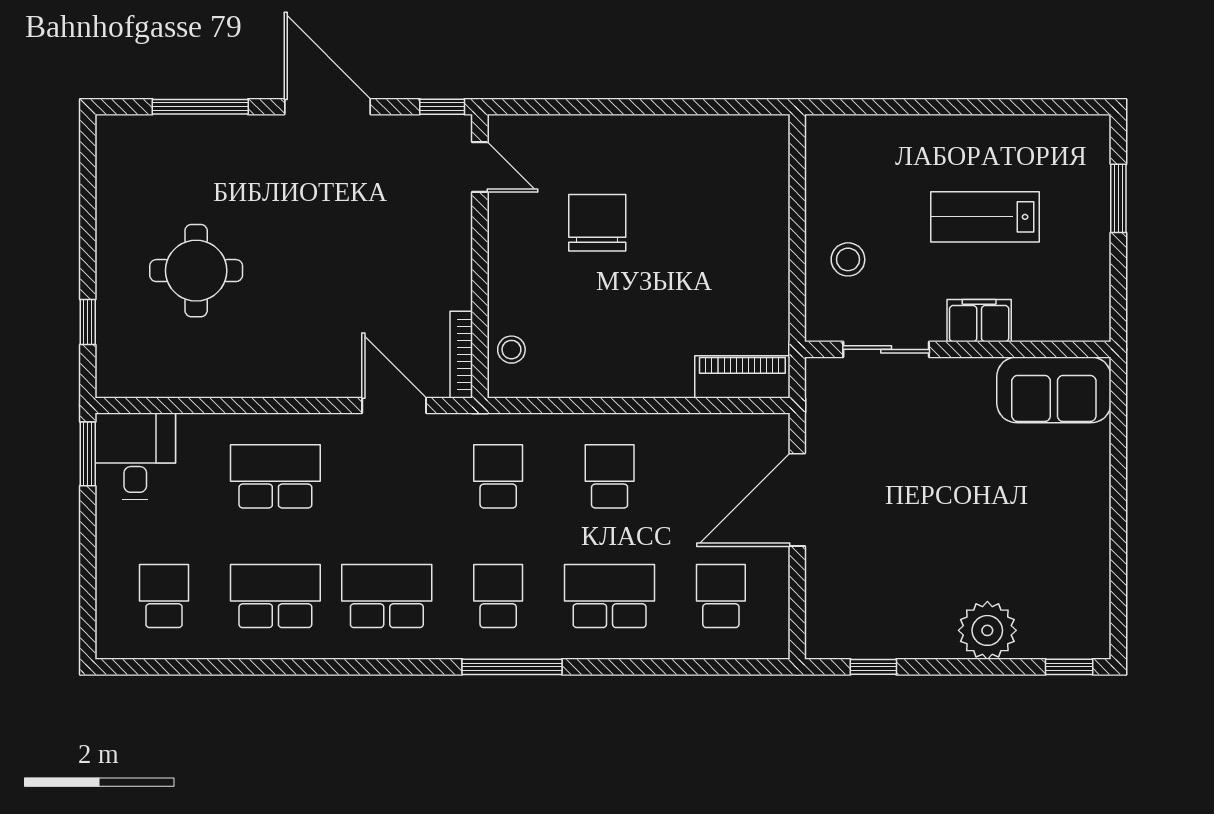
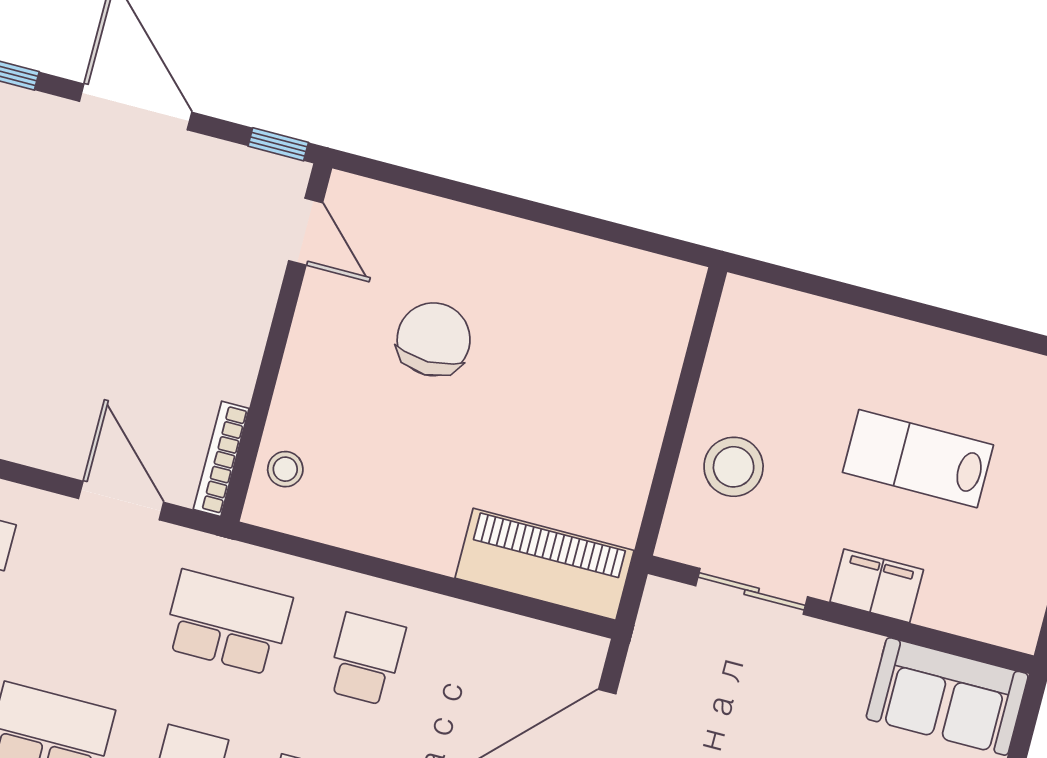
stool: (848, 259) -> (734, 467), width x1.38, depth x1.38
piano: (742, 377) -> (544, 564), width x1.37, depth x1.33
school desk: (498, 476) -> (227, 623), width x1.85

